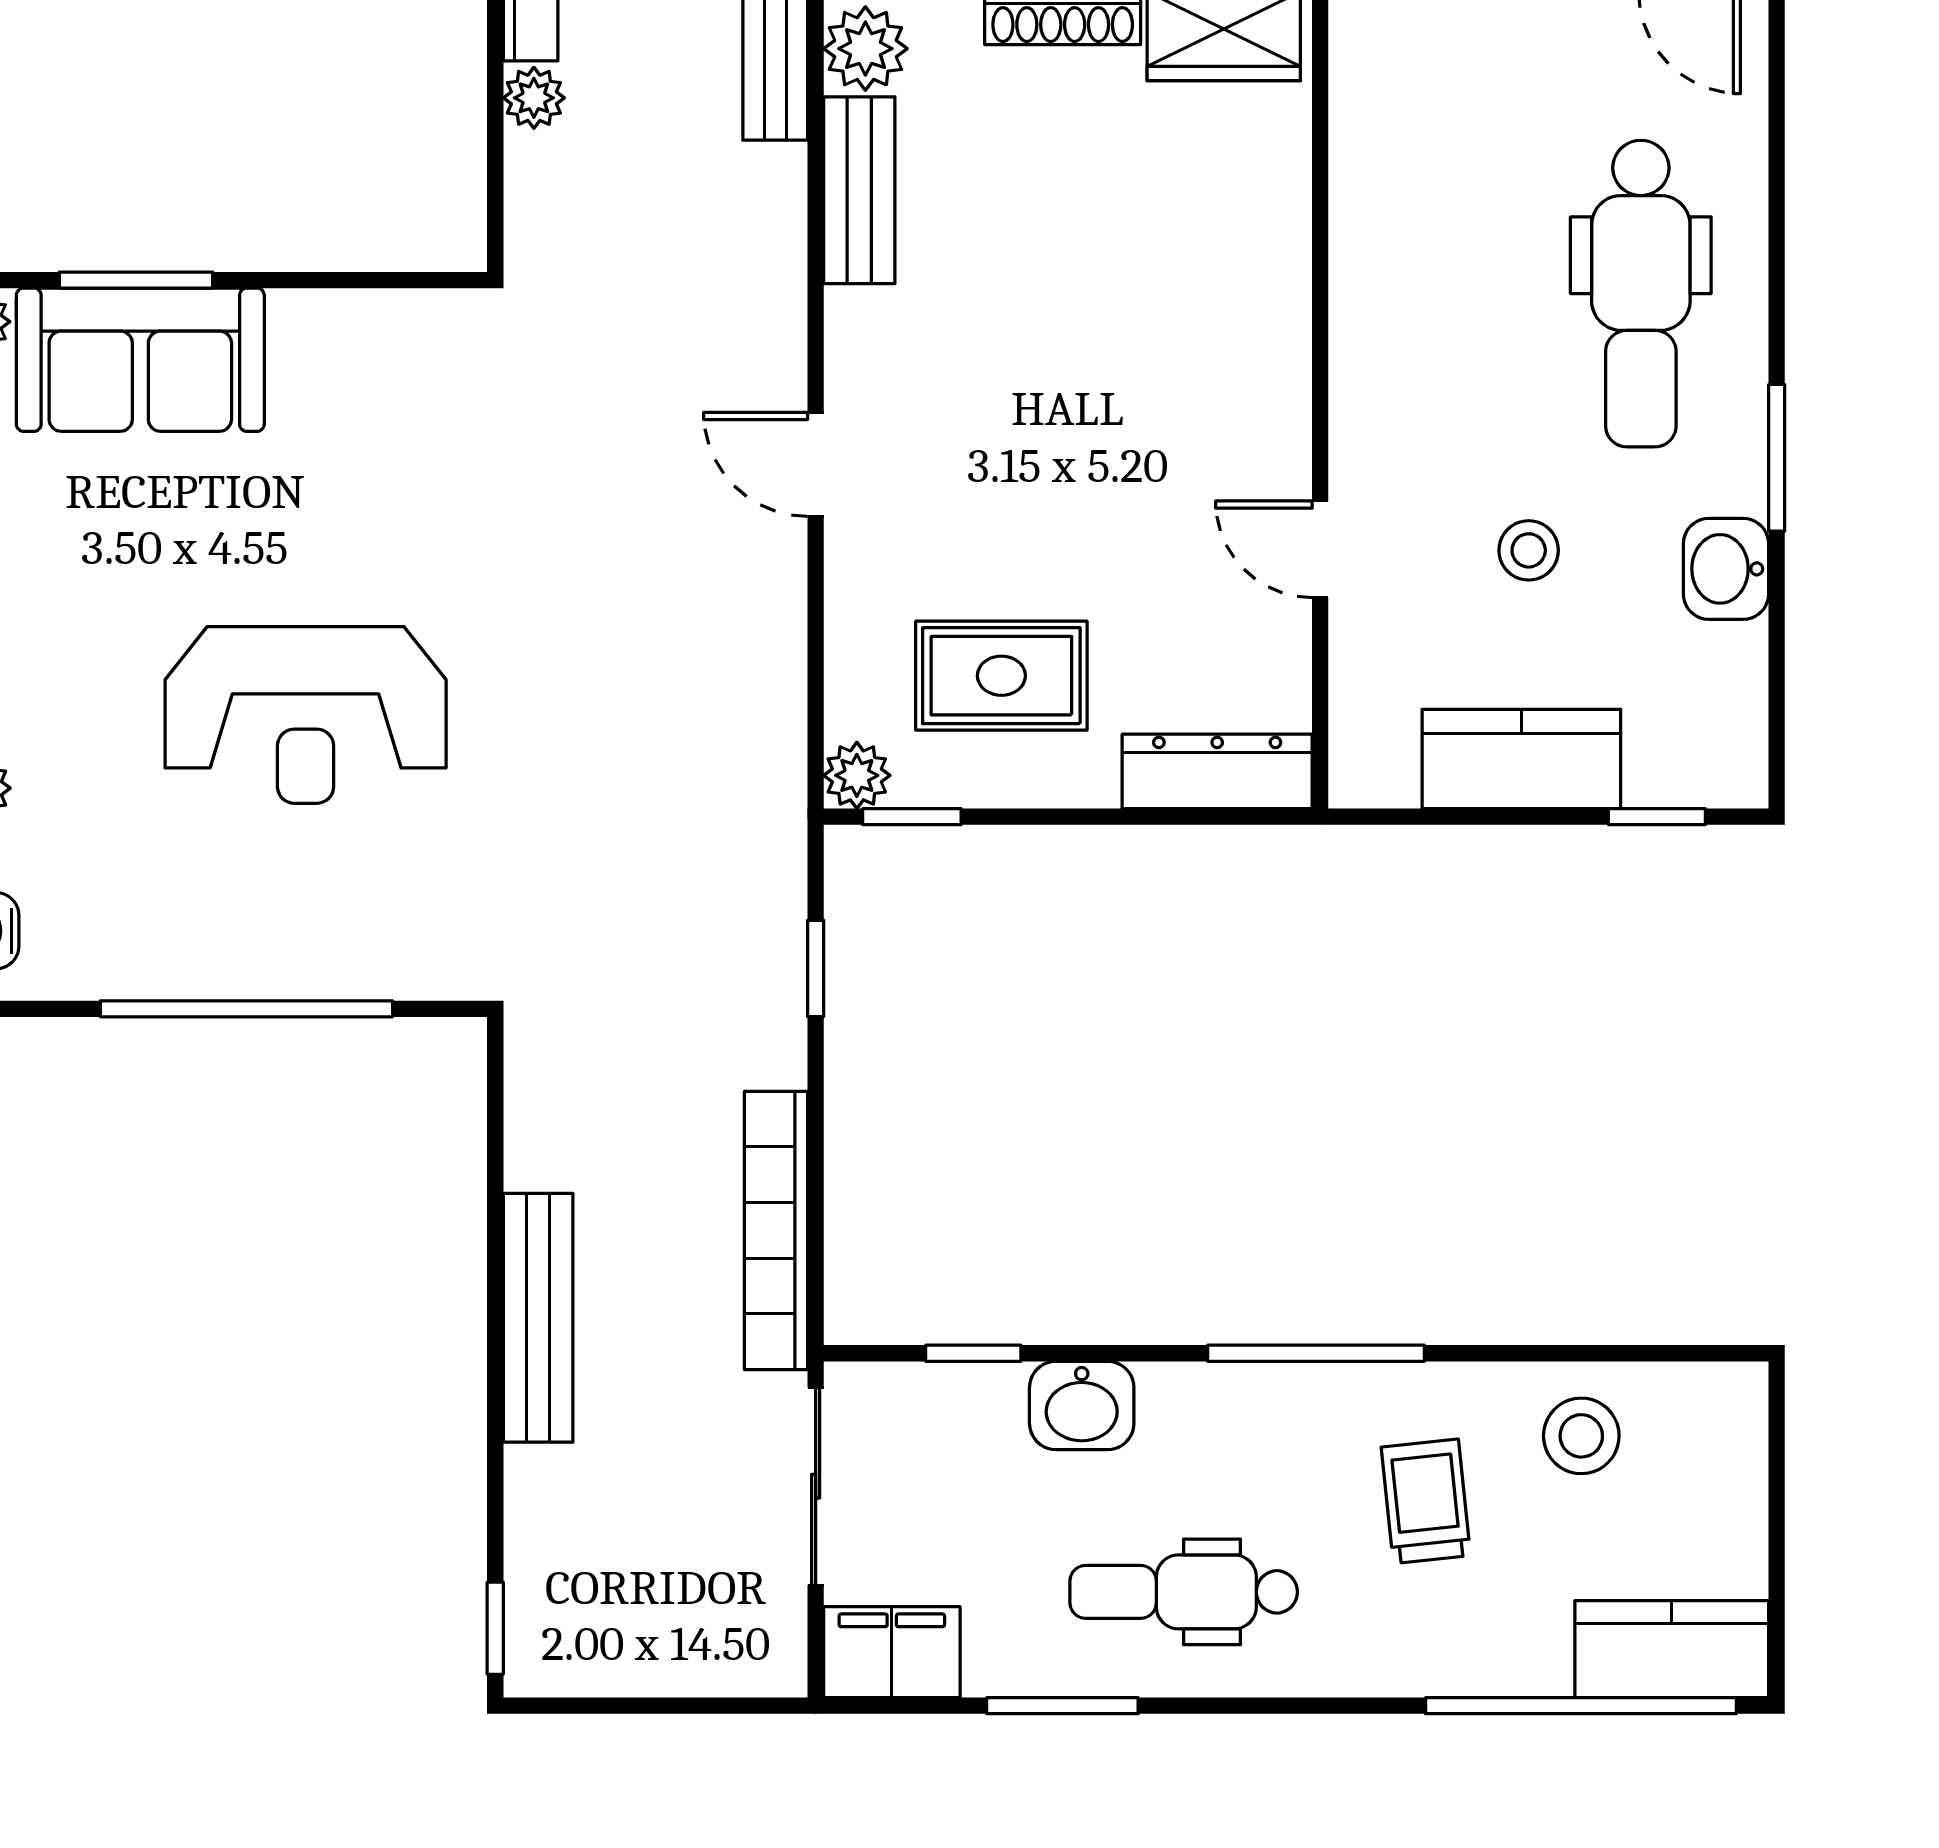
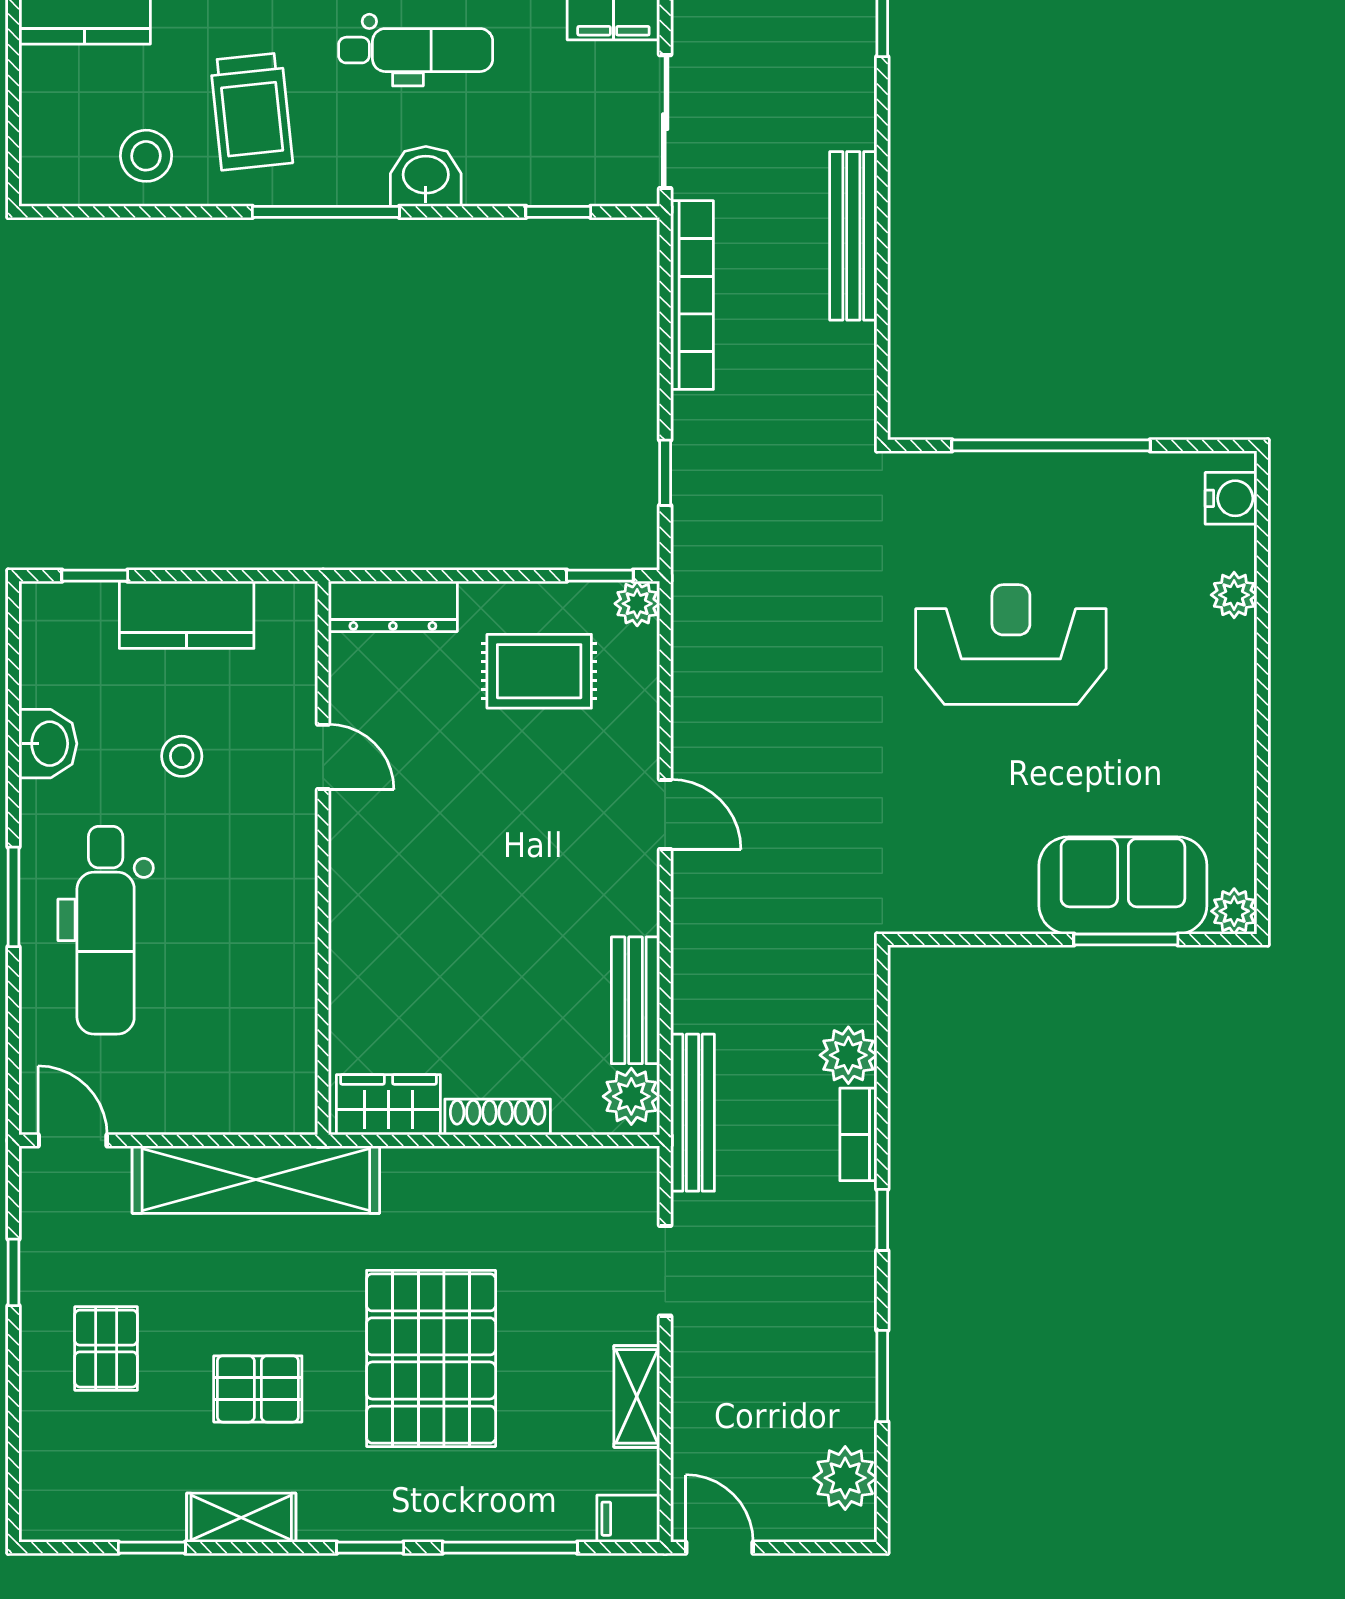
plant: (534, 98) -> (848, 1055), width x1.38, depth x1.38
dental chair: (1641, 294) -> (106, 930), turned 180
window: (1777, 458) -> (14, 897), moved
washbasin: (1082, 1405) -> (426, 176), moved
trolley: (1426, 1501) -> (251, 111), width x1.36, depth x1.39

